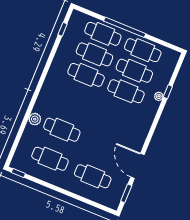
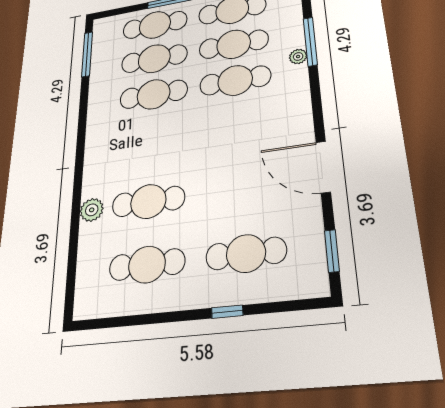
window: (63, 29) -> (87, 54), width x2.17
window: (168, 92) -> (310, 41), width x2.17
door: (137, 166) -> (323, 167), moved
window: (18, 173) -> (227, 312), moved

